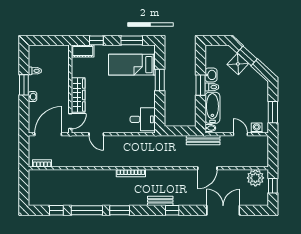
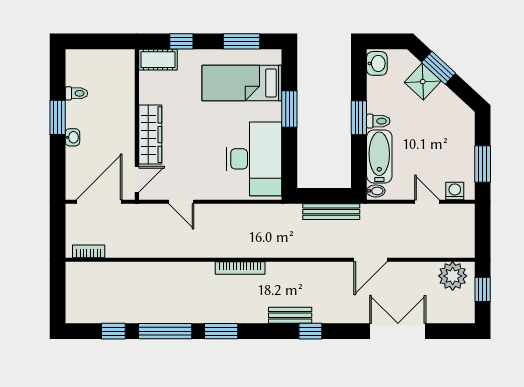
washbasin: (211, 75) -> (377, 63), moved
desk: (143, 119) -> (254, 159), width x1.87, depth x1.30
bench: (203, 140) -> (331, 212), moved

